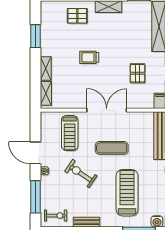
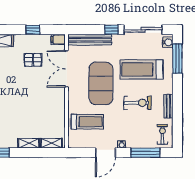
trolley: (89, 57) -> (19, 104), removed
double door: (107, 110) -> (67, 69), moved
exercise mat: (112, 148) -> (101, 83), width x2.00, depth x1.45
exercise bike: (81, 173) -> (138, 103), moved, turned -124

